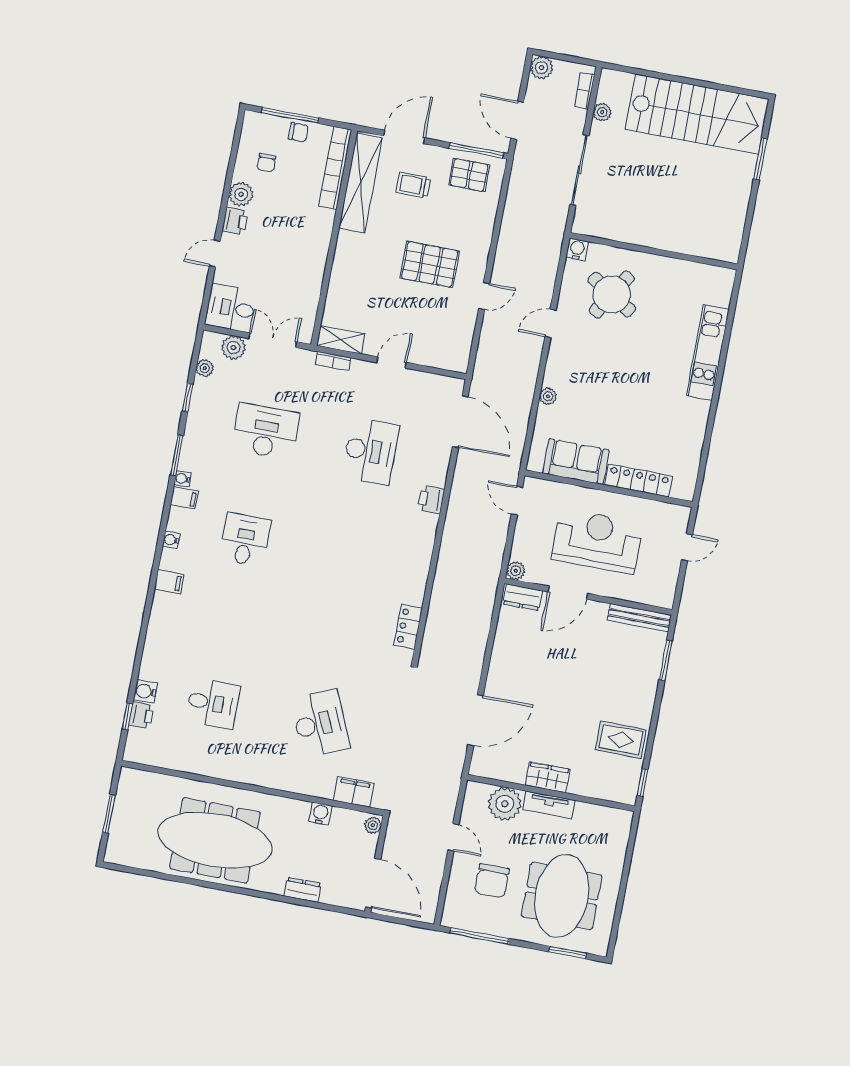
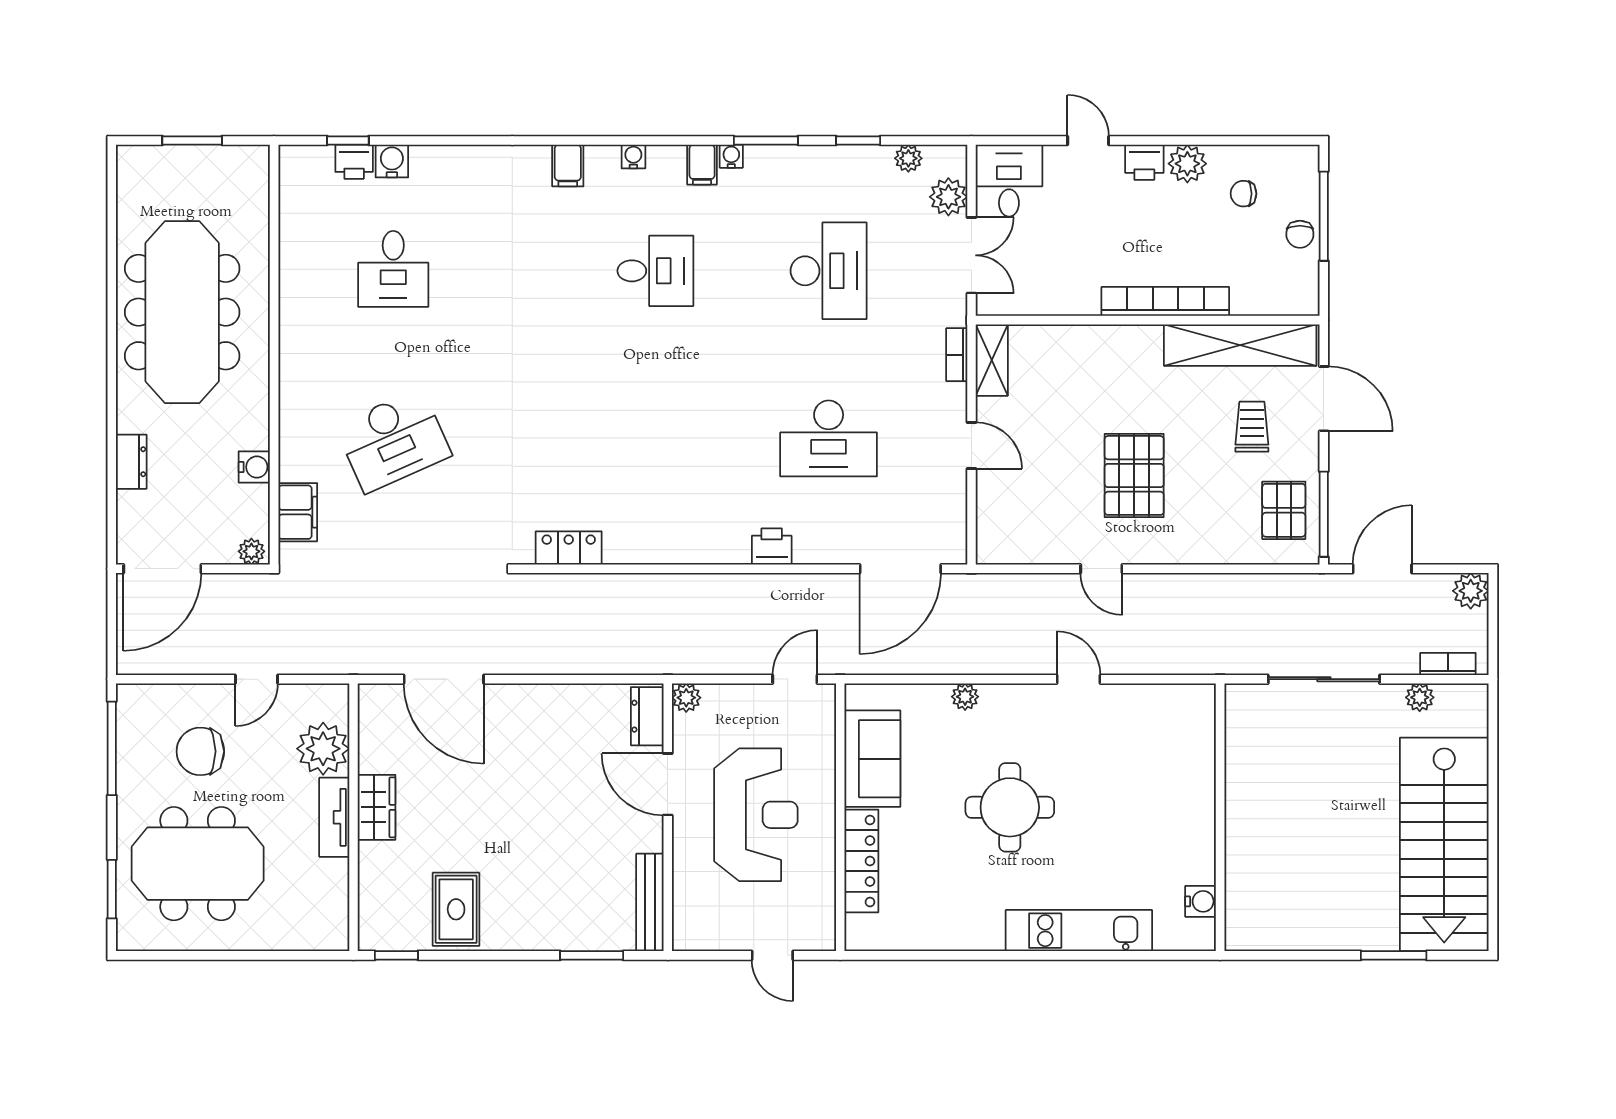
bookcase: (335, 168) -> (1165, 301), moved
water cooler: (577, 249) -> (1201, 901), moved
round table: (612, 294) -> (1010, 807), moved, turned -32

